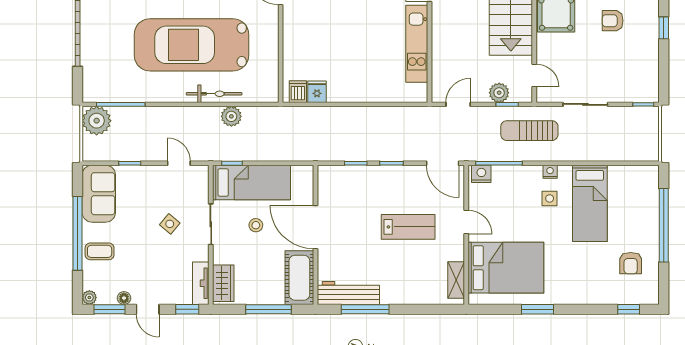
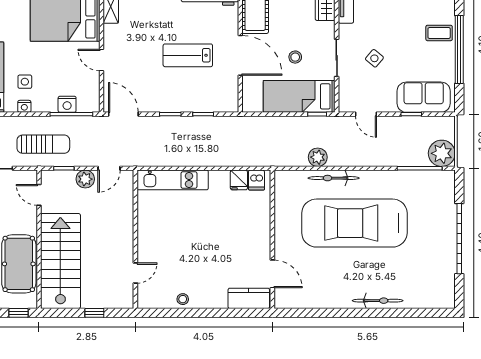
kitchen unit: (417, 44) -> (173, 180), moved, turned 90
car: (191, 45) -> (354, 223), turned 180
plant: (499, 93) -> (85, 179), moved
nightstand: (481, 174) -> (67, 104), moved
sofa: (99, 194) -> (424, 97), moved, turned 90
lab bench: (408, 227) -> (188, 55), moved

